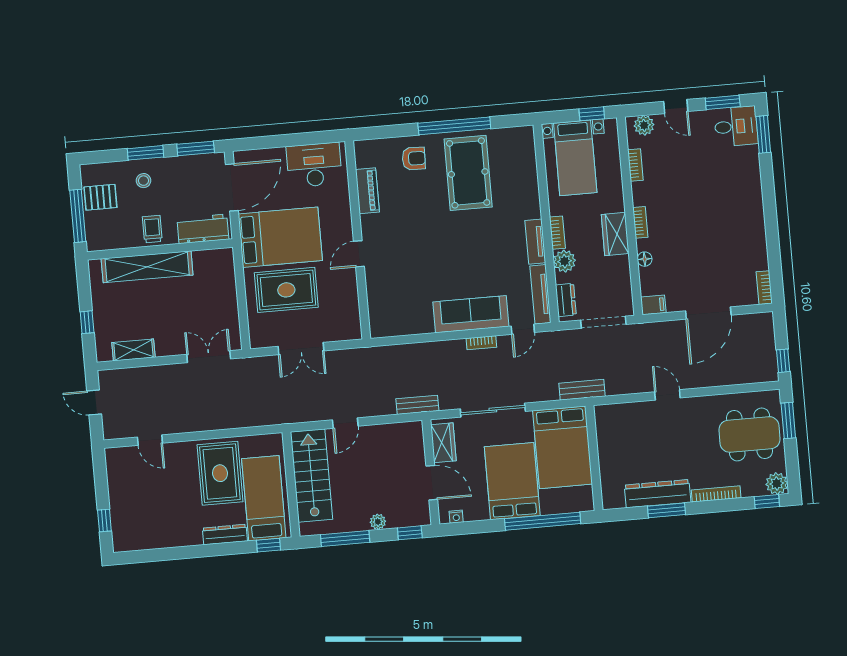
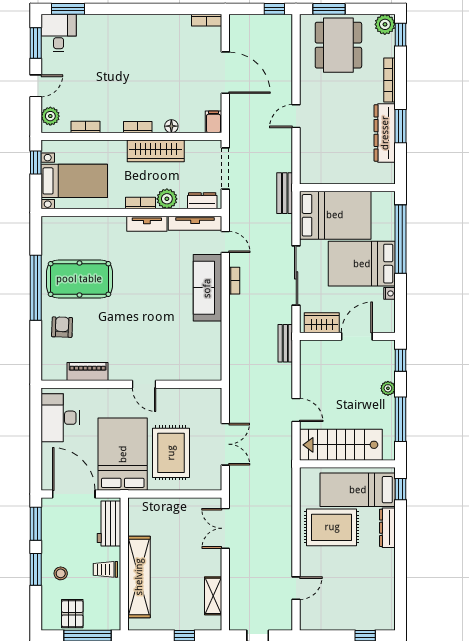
wardrobe: (615, 234) -> (156, 151), width x1.50
nightstand: (456, 517) -> (390, 293), moved

